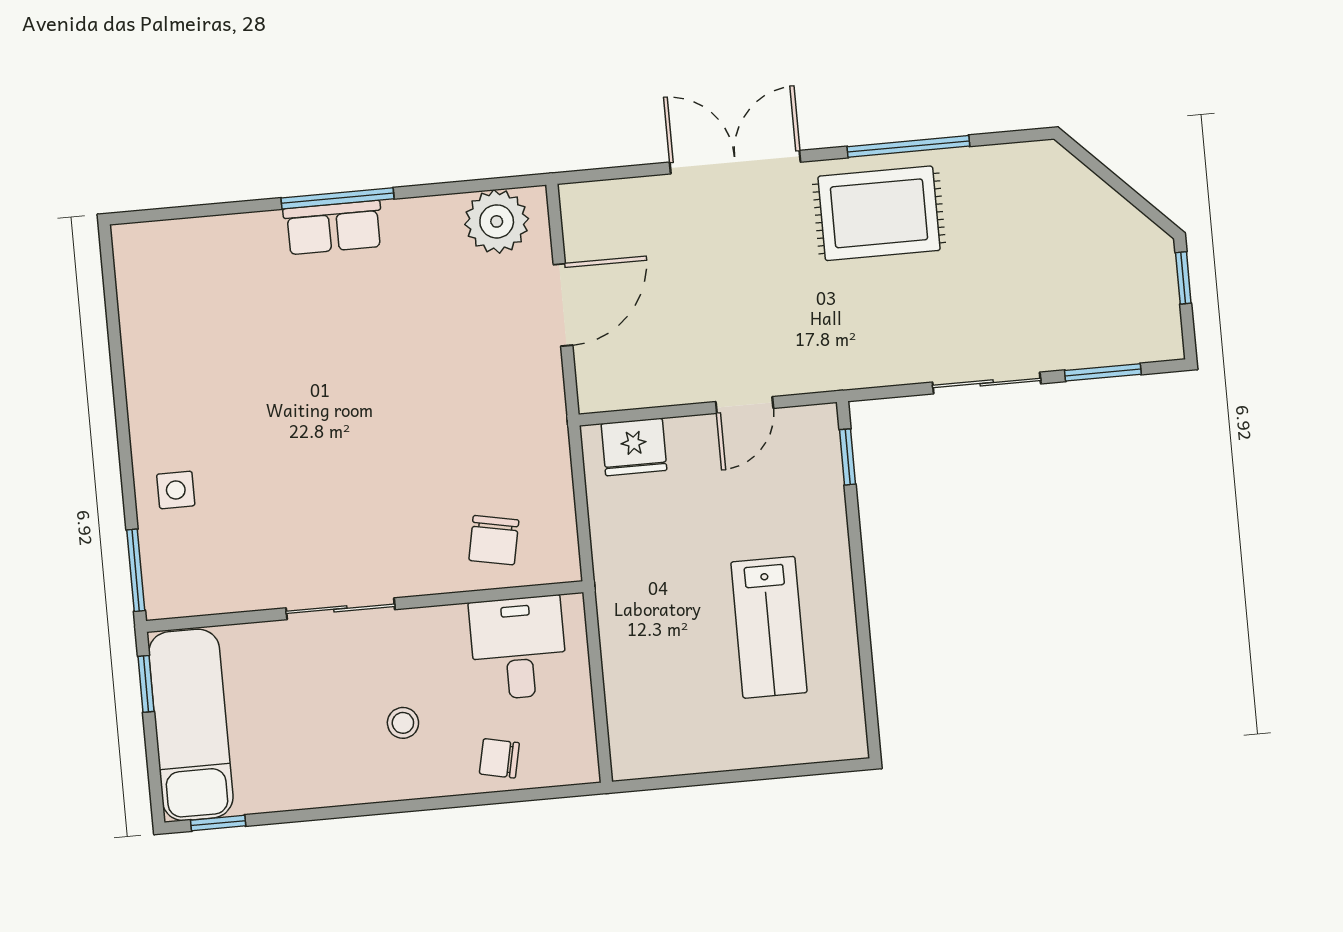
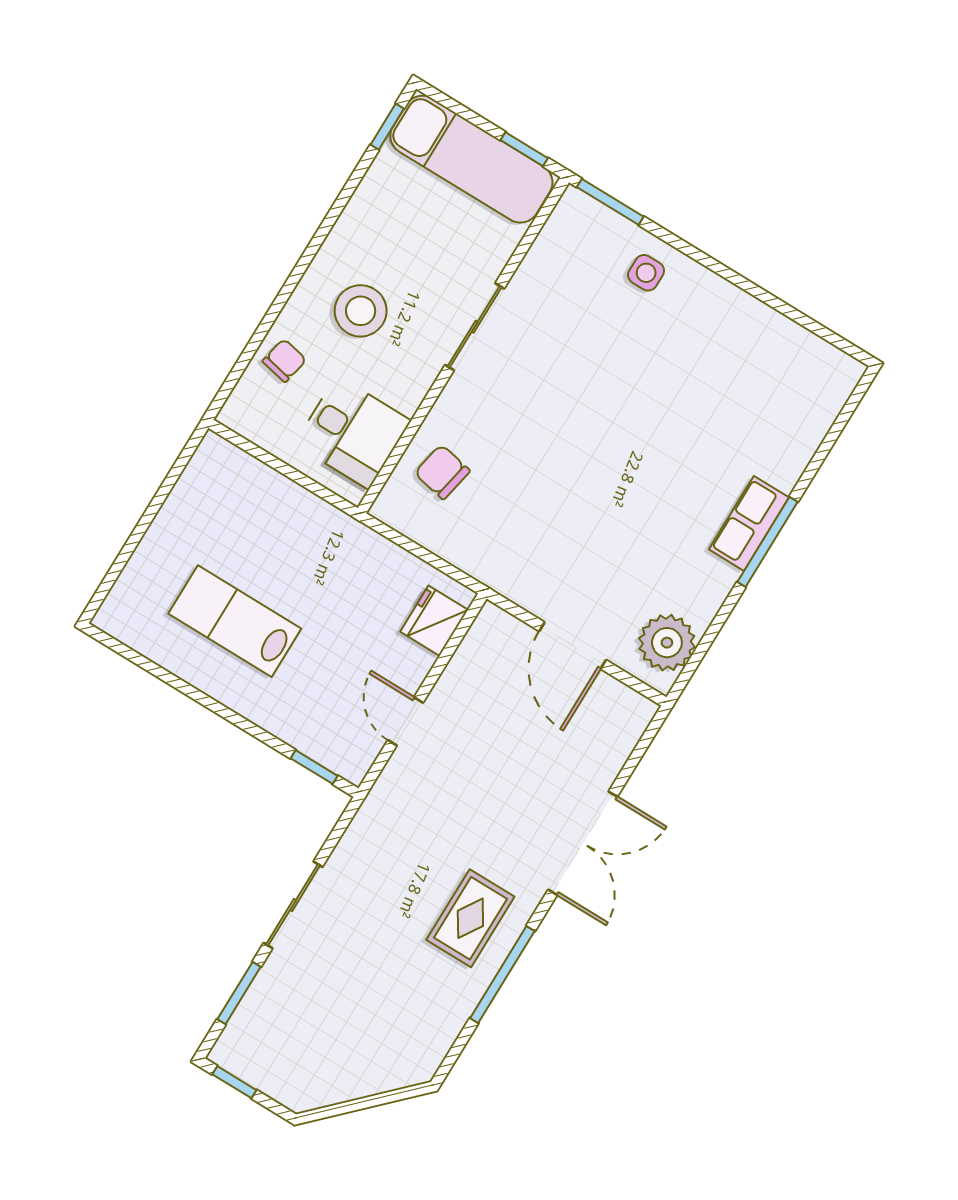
rug: (879, 213) -> (470, 918), width x0.73, depth x0.70
window: (1183, 278) -> (234, 1082), moved
stool: (403, 723) -> (361, 311), width x1.89, depth x1.89

